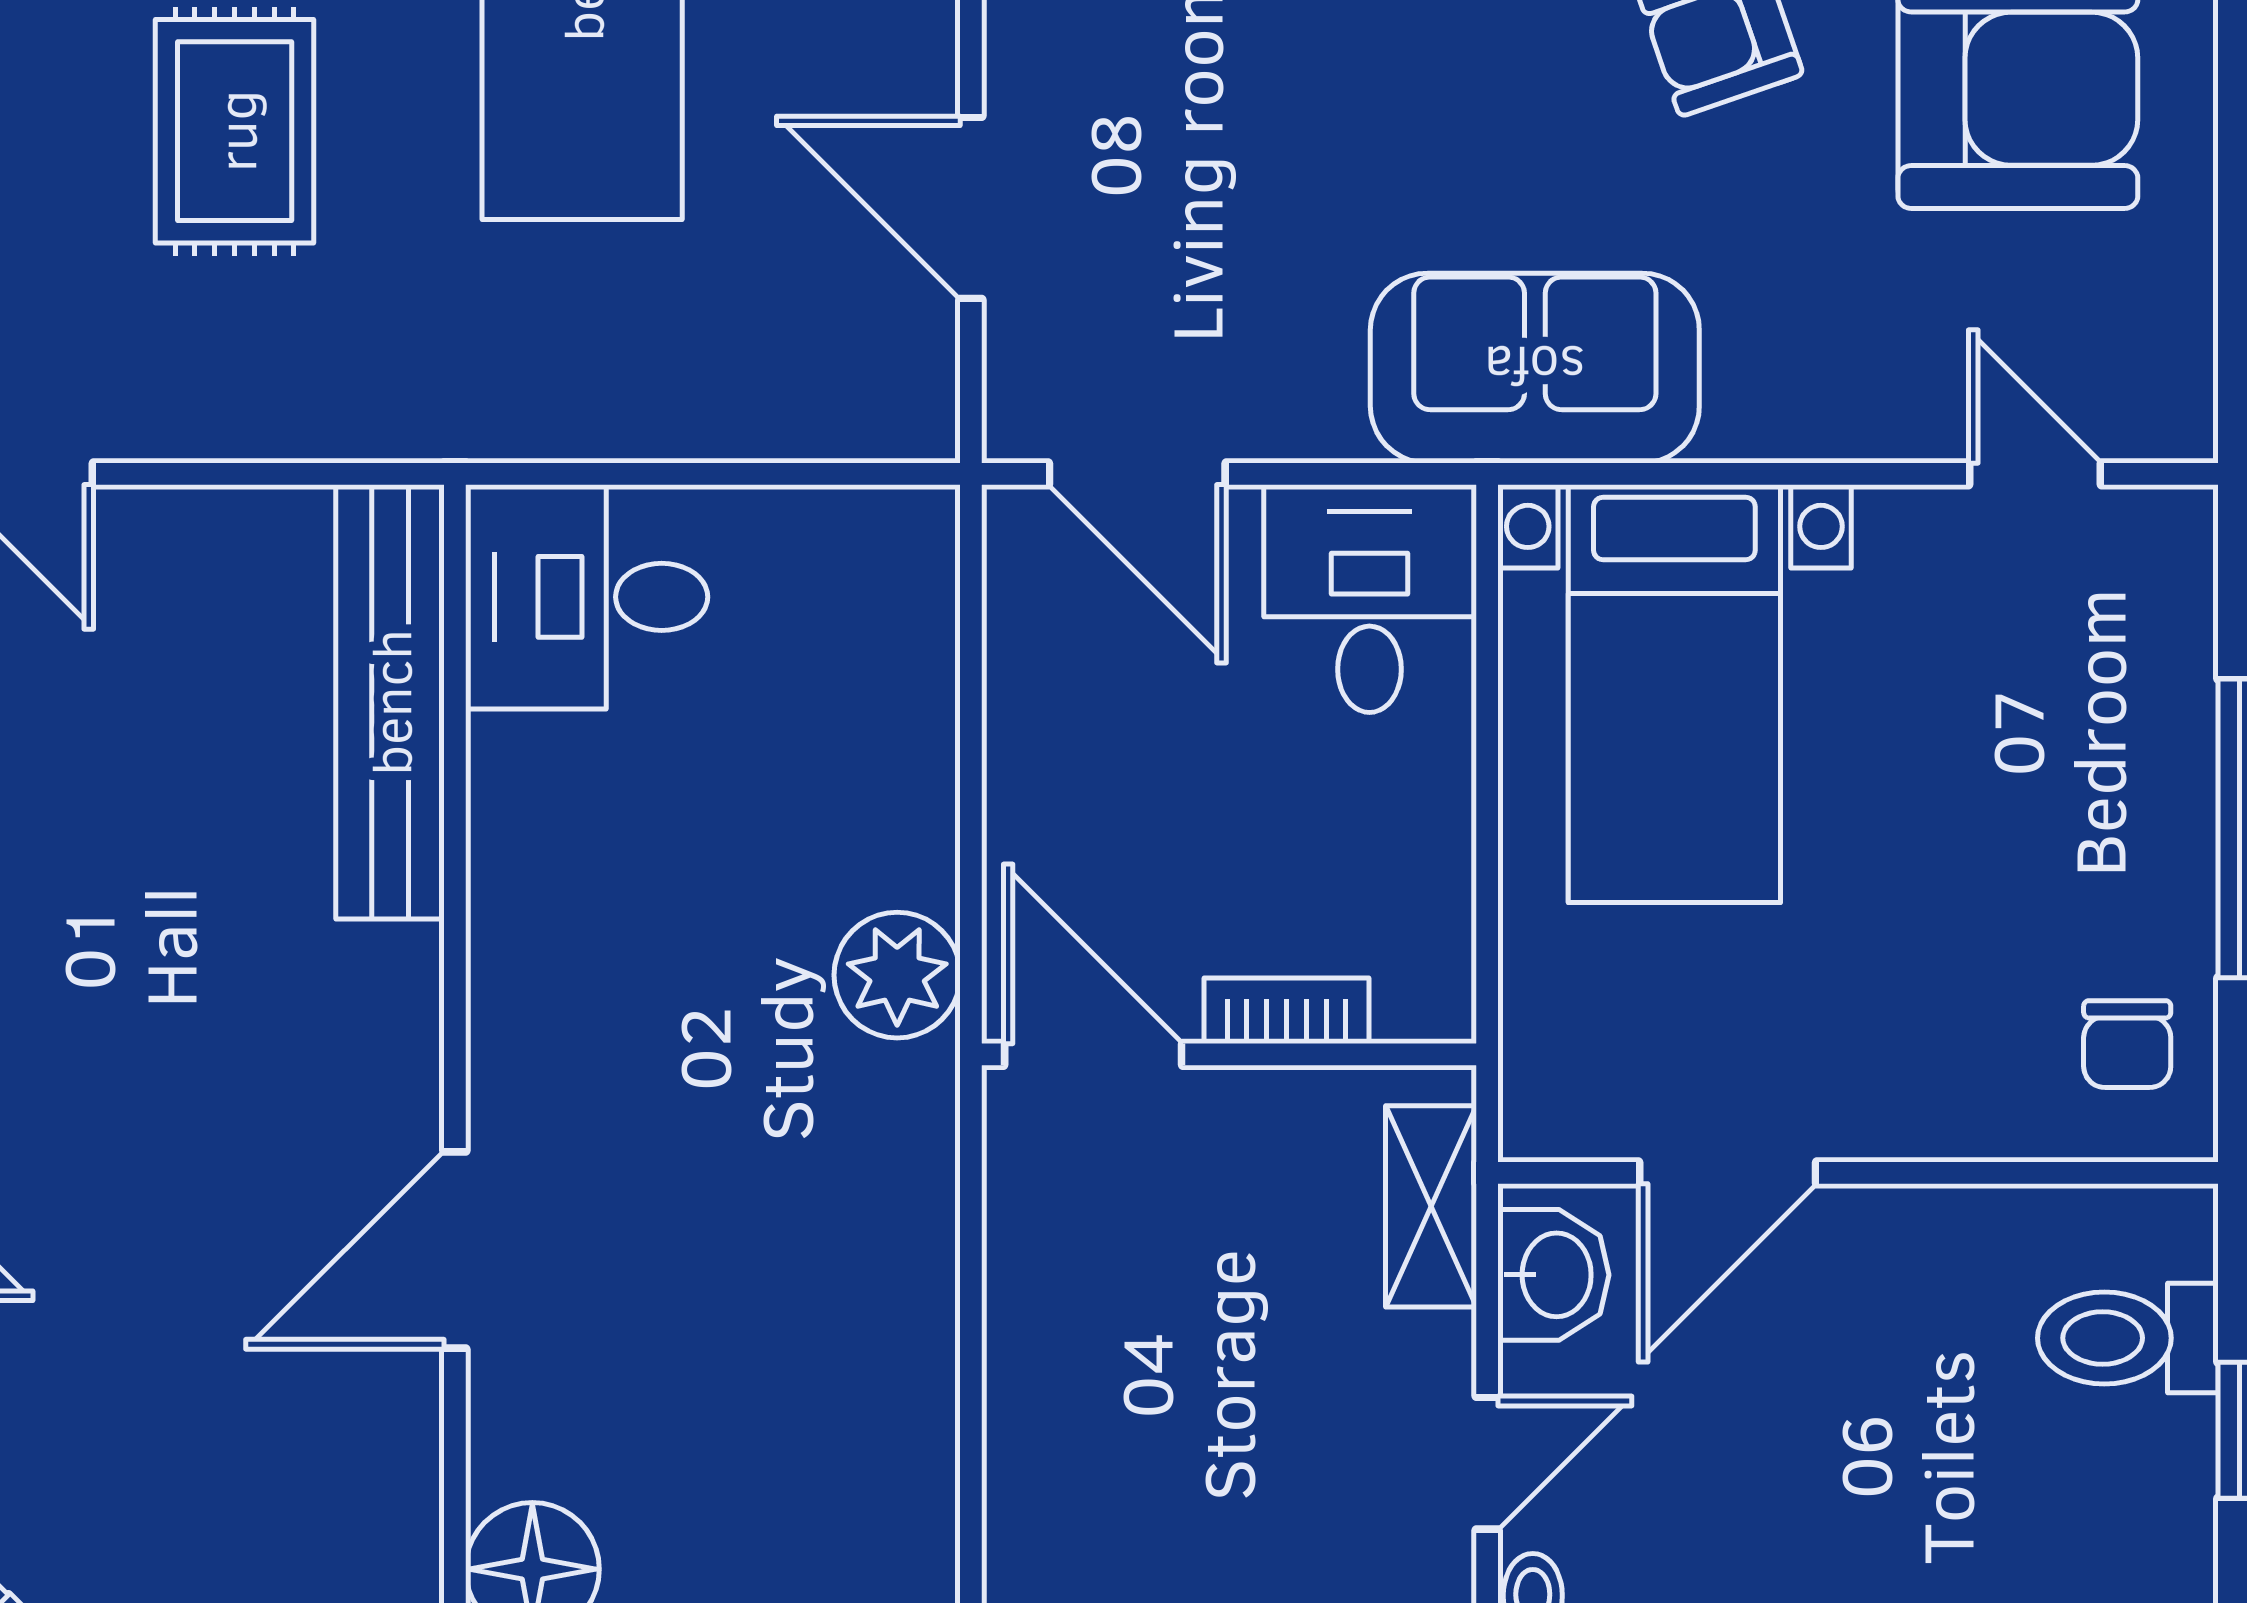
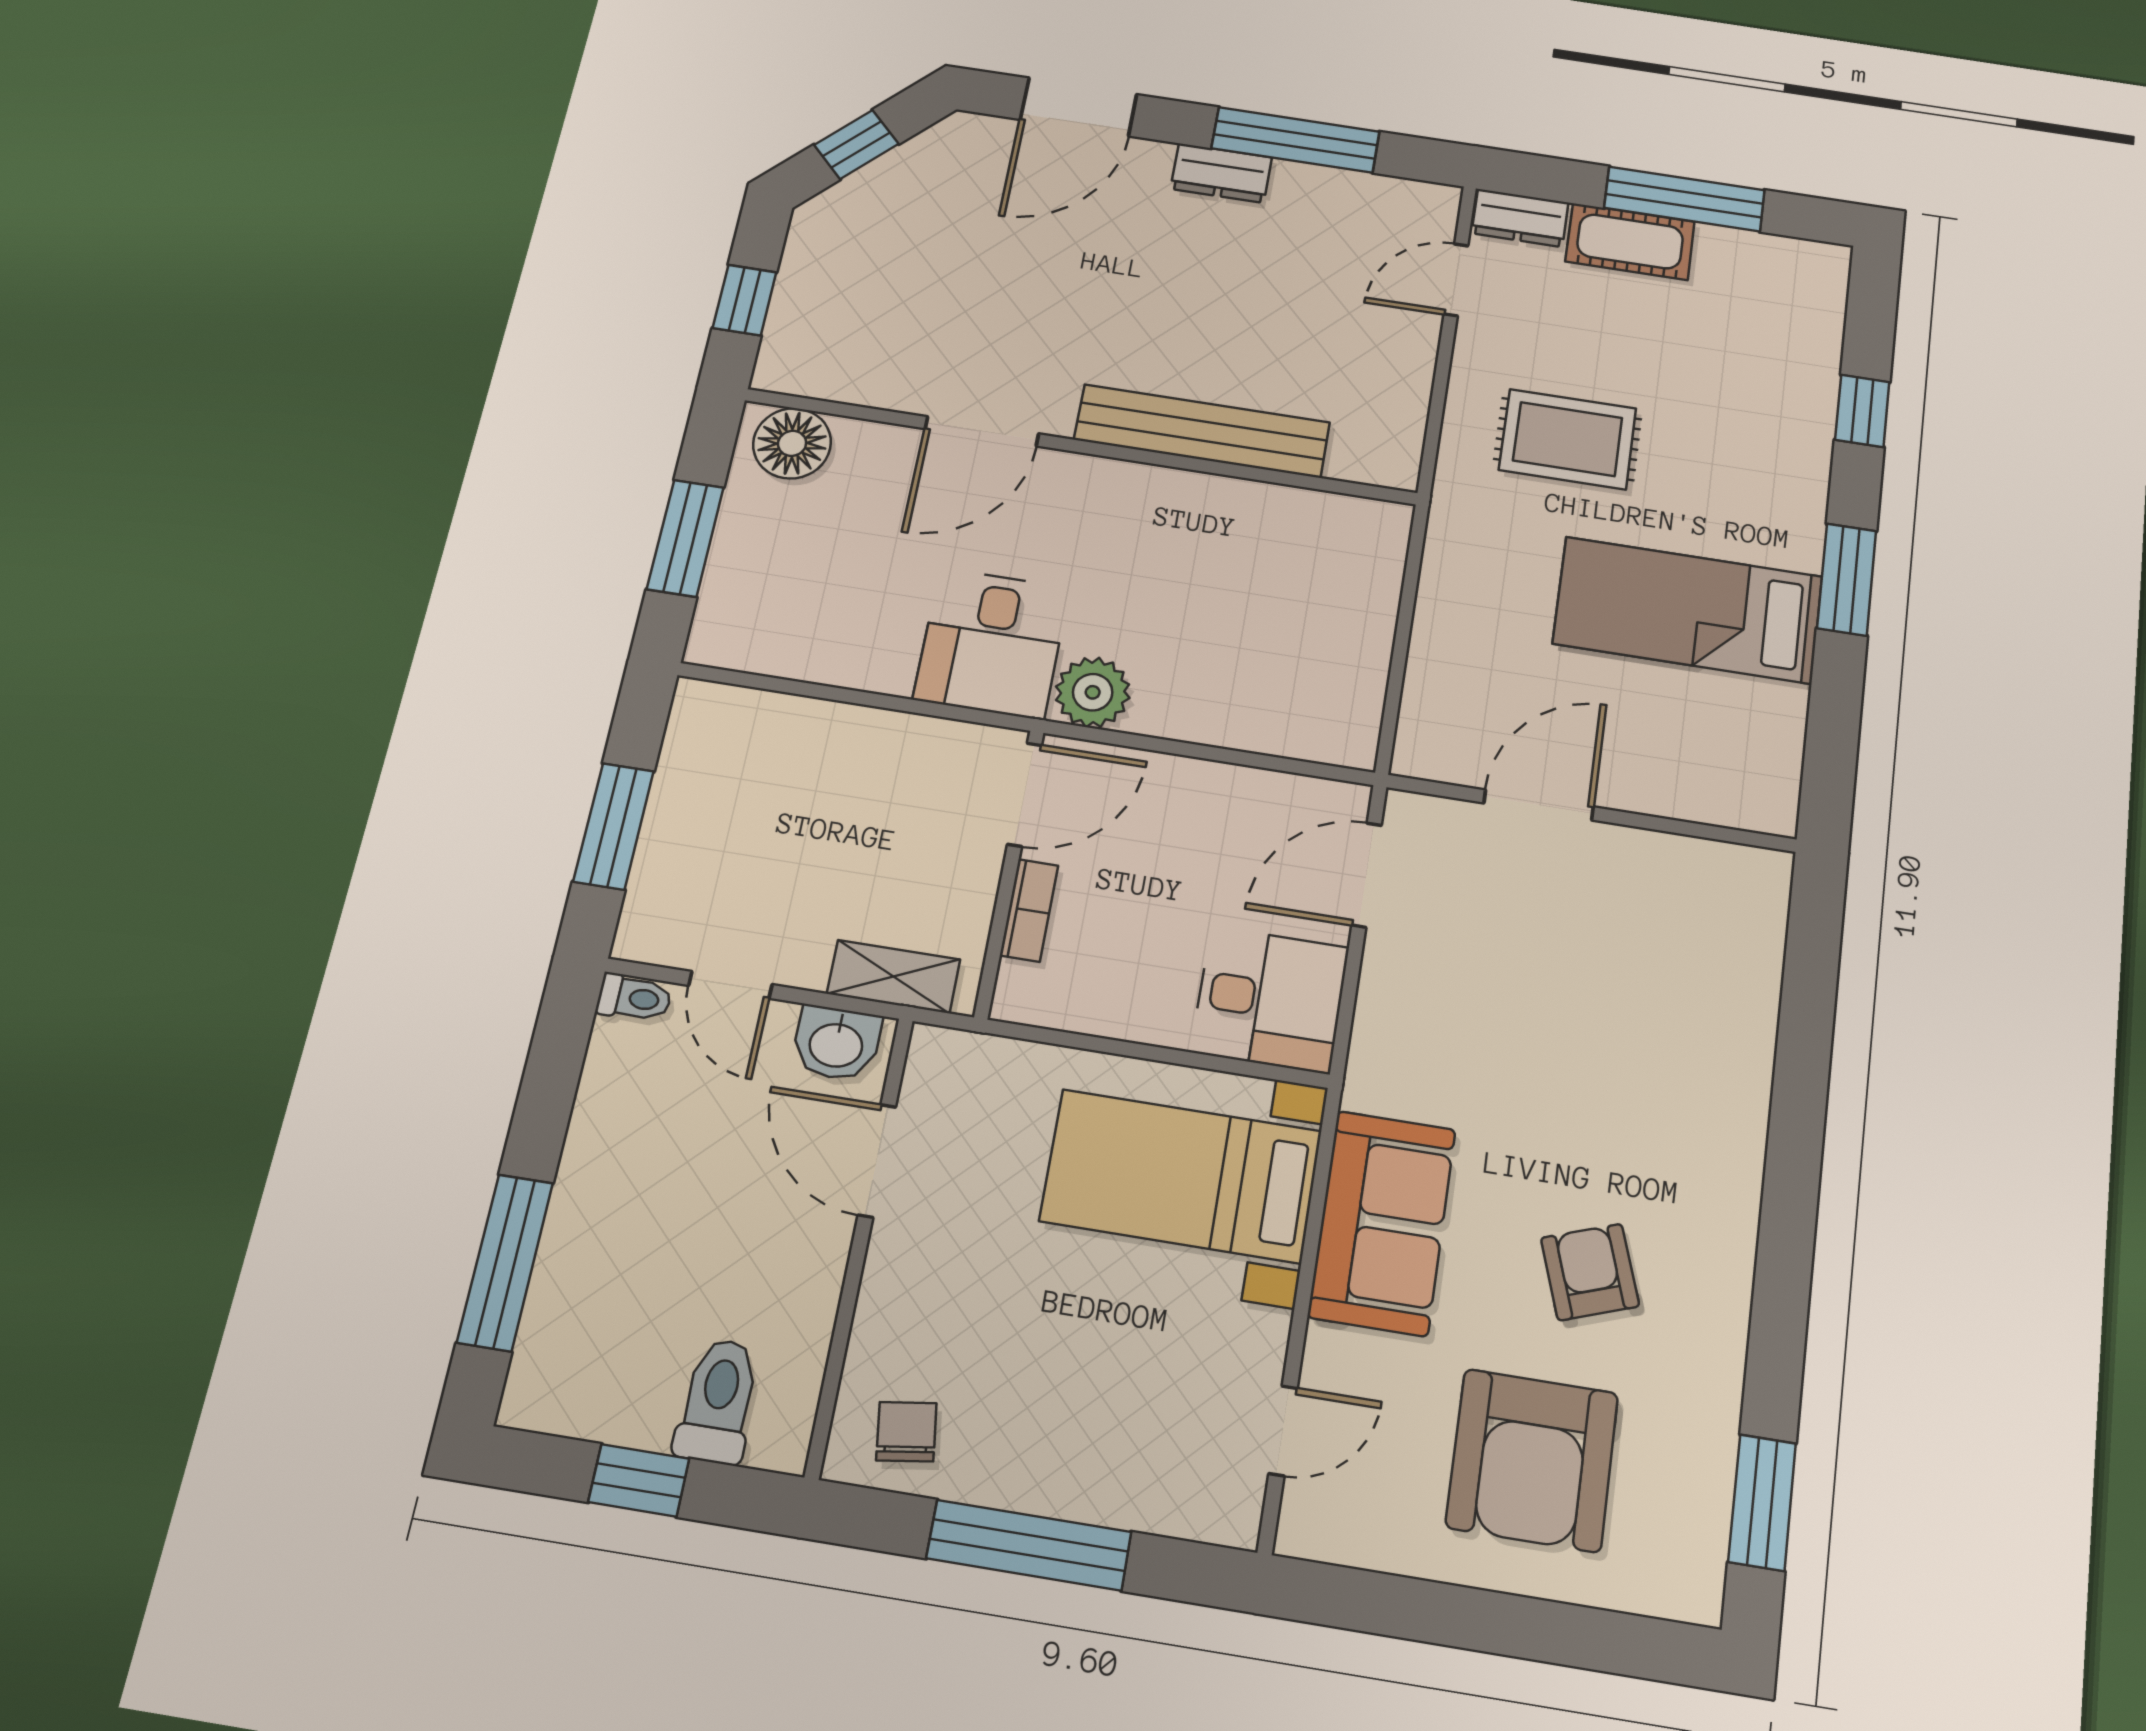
rug: (235, 131) -> (1568, 439), moved
sofa: (1535, 368) -> (1382, 1223), moved
desk: (587, 597) -> (992, 643), moved, turned 180
bench: (390, 702) -> (1202, 431), moved
chair: (2127, 1044) -> (906, 1432), turned 82
door: (455, 1250) -> (982, 431), swing flipped

